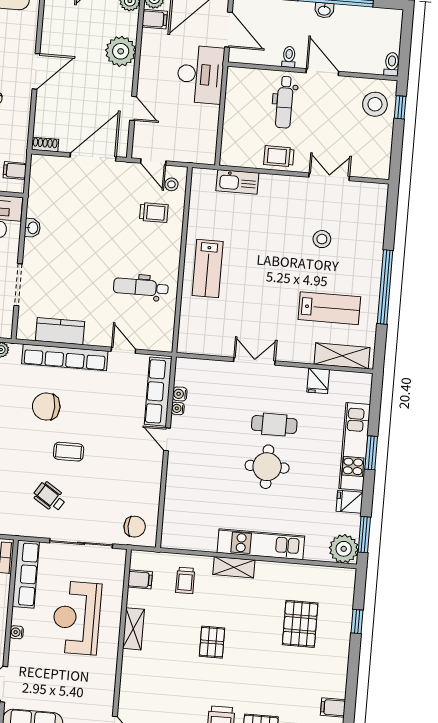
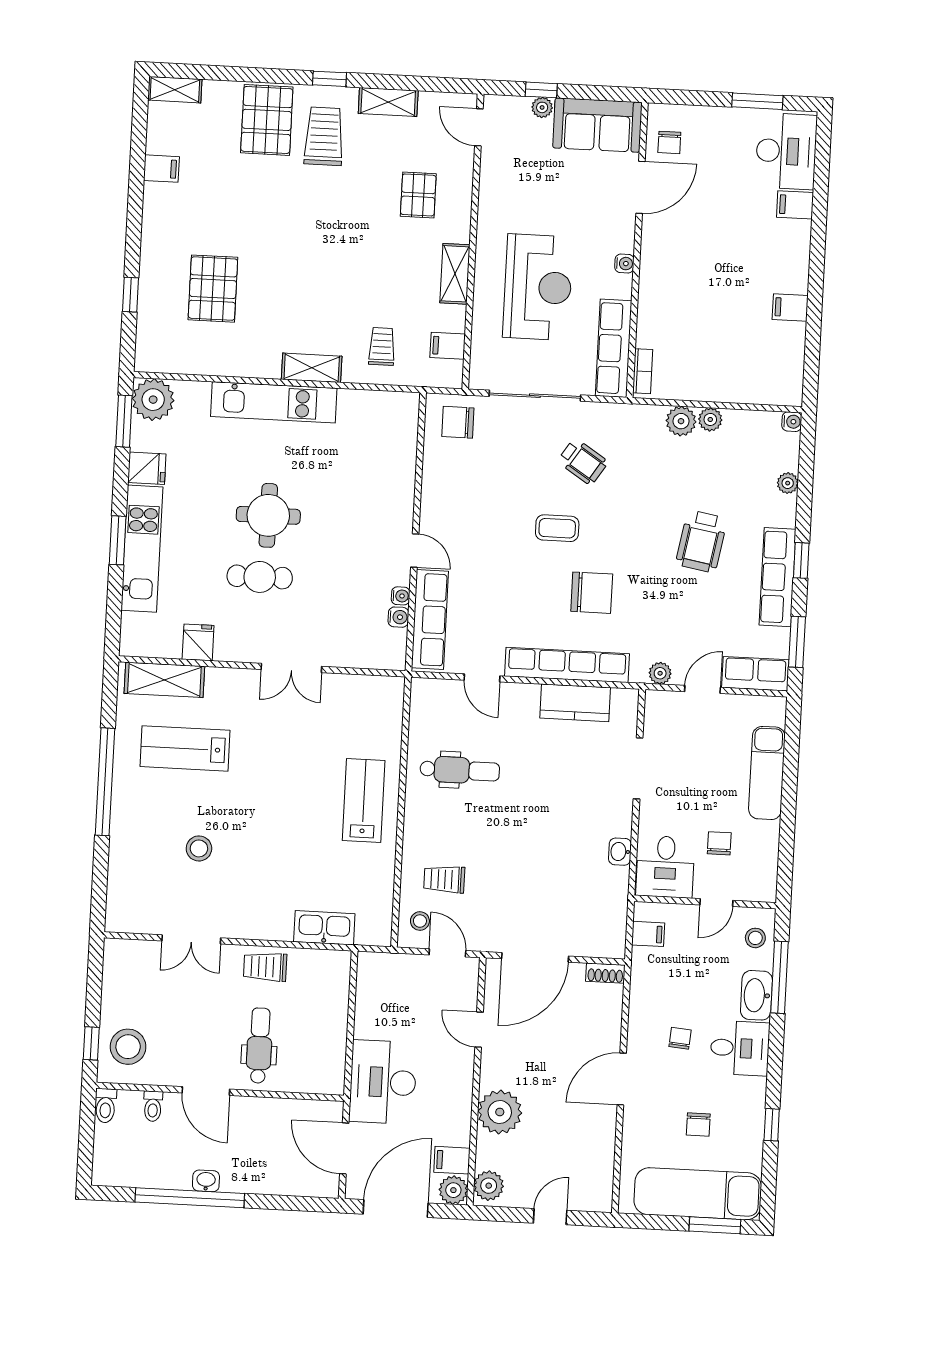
toilet: (289, 57) -> (153, 1106), moved
trolley: (279, 156) -> (265, 967), turned 180
pallet: (212, 642) -> (418, 195), moved

